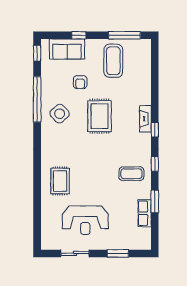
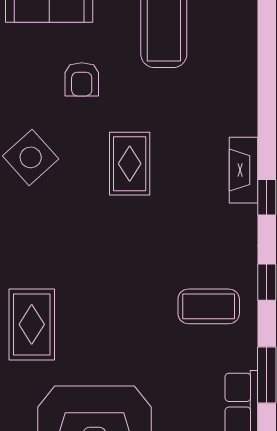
rug: (100, 116) -> (130, 164), width x0.73, depth x0.70

